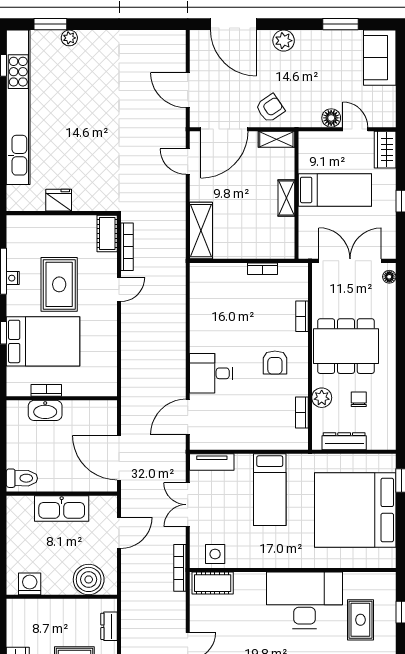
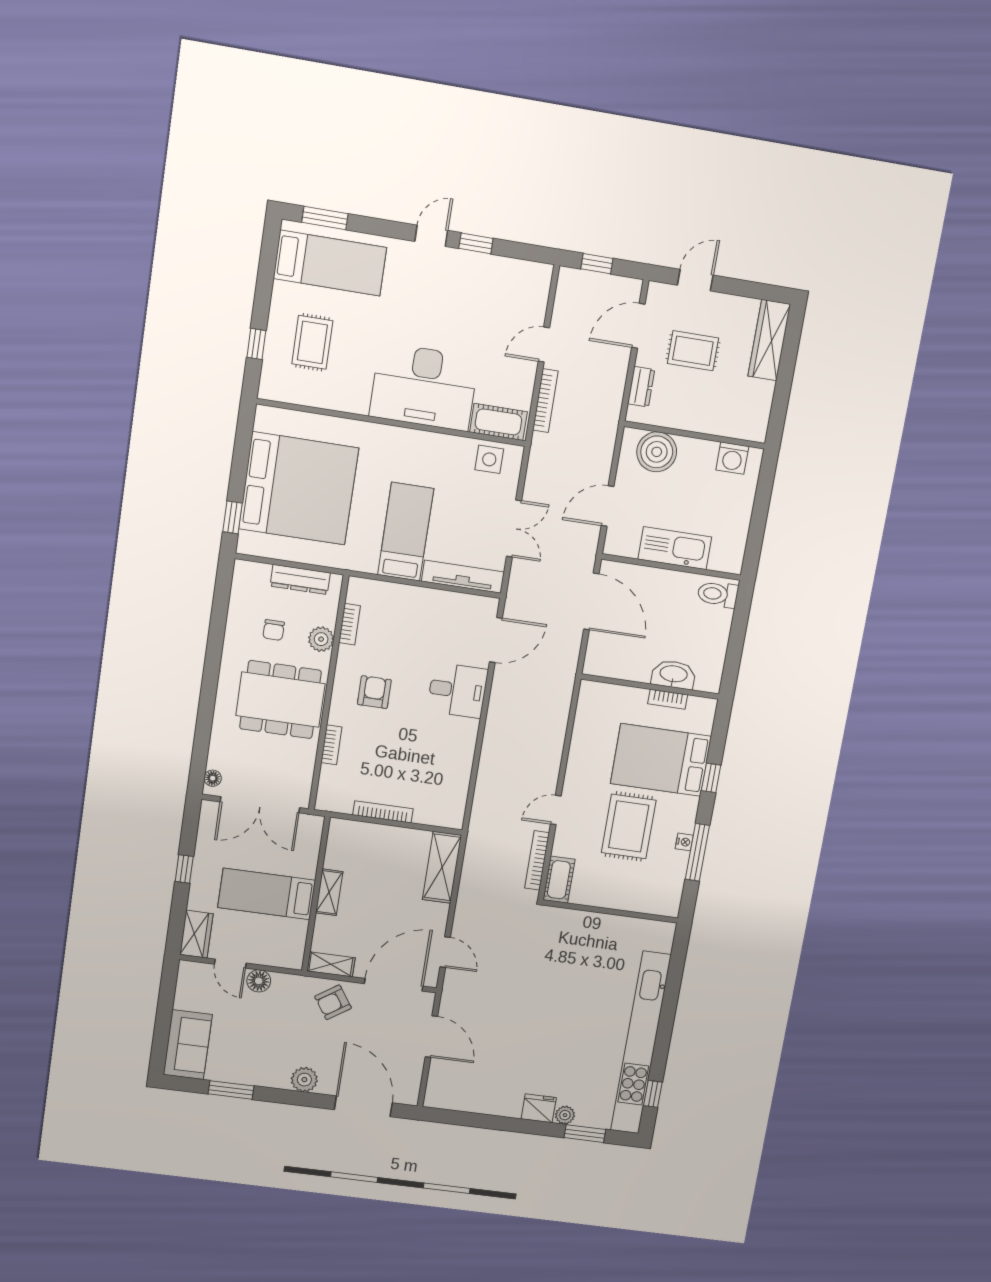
fridge: (59, 200) -> (539, 1108), moved, turned 180
bookcase: (262, 269) -> (383, 812), width x1.56
tv unit: (212, 462) -> (463, 577), width x1.41
bookcase: (180, 568) -> (545, 401), moved
desk: (305, 600) -> (424, 387), moved

